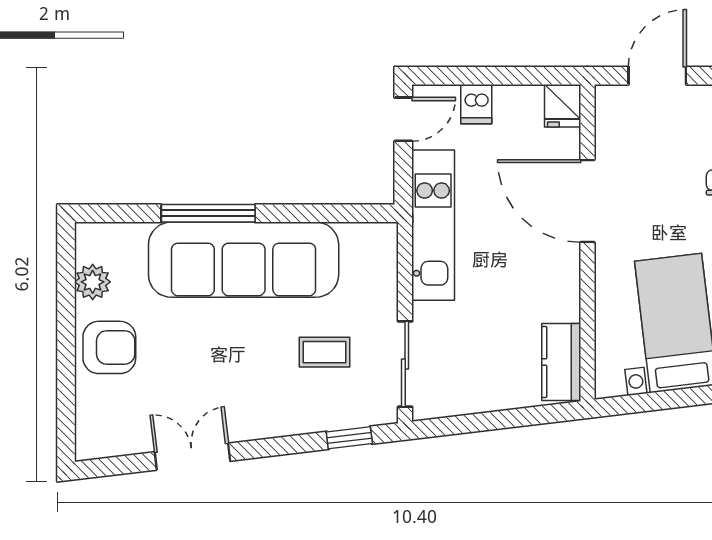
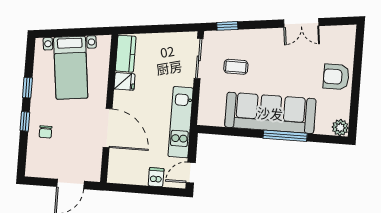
fridge: (563, 106) -> (124, 81), moved, turned 90
plant: (93, 282) -> (340, 128), moved

